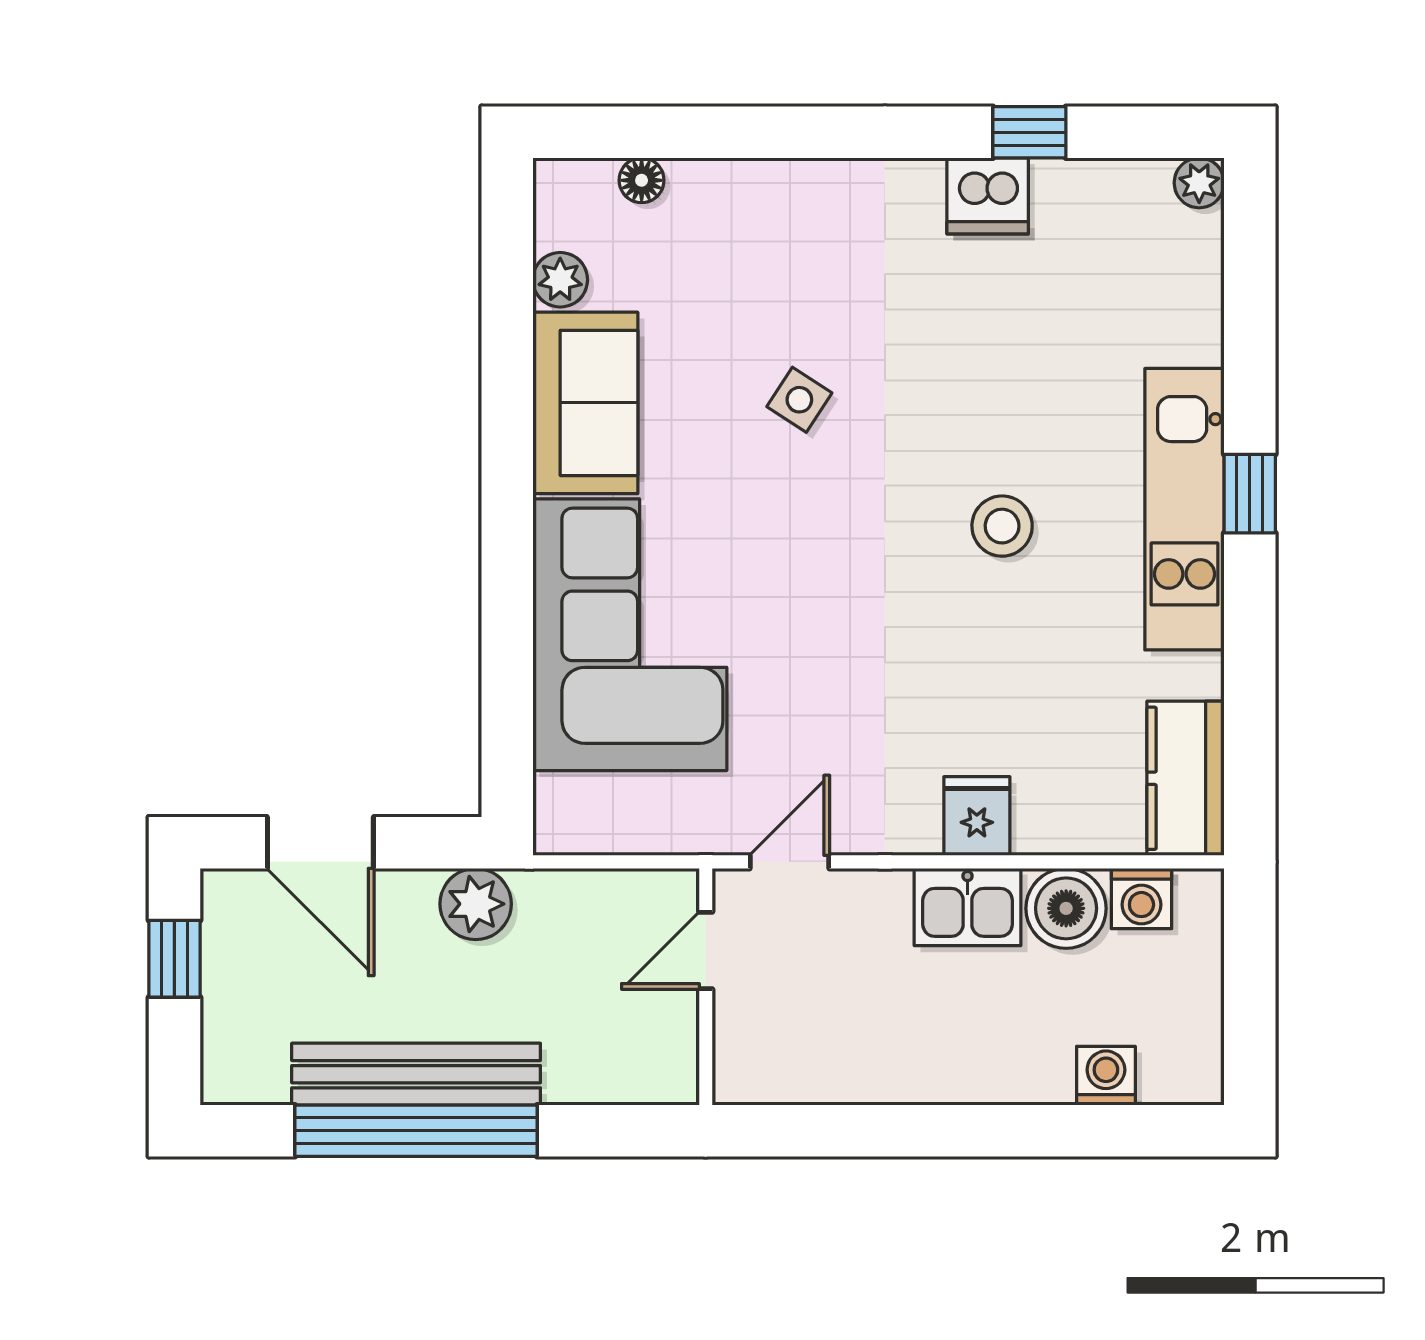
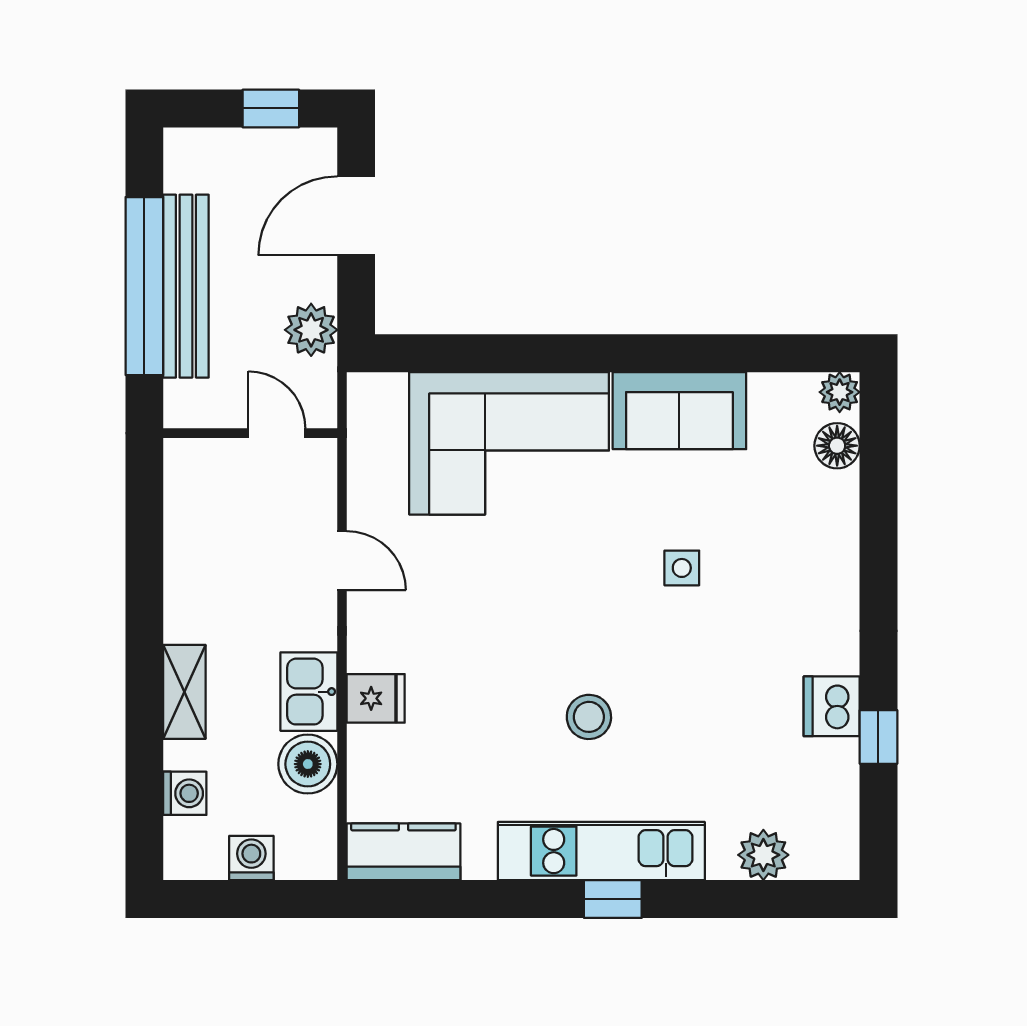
floor lamp: (642, 180) -> (837, 446), width x1.37, depth x1.37
plant: (1199, 183) -> (763, 855), moved, width x1.38, depth x1.38
plant: (560, 280) -> (840, 392), moved
side table: (799, 400) -> (682, 568), turned -33
washing machine: (1141, 898) -> (251, 858), moved, turned 90
door: (706, 950) -> (277, 433), moved
wall: (706, 987) -> (250, 433), moved
shelving: (968, 1076) -> (184, 692), added

